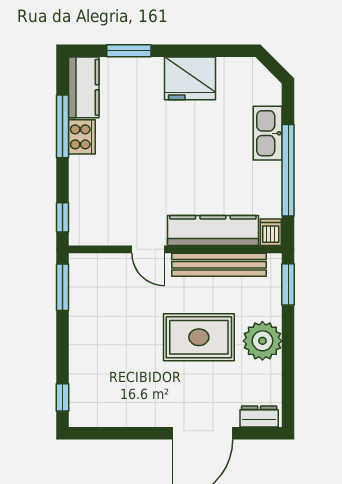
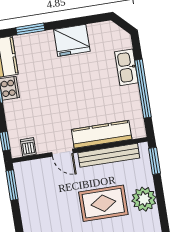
dishwasher: (271, 232) -> (28, 147), moved

